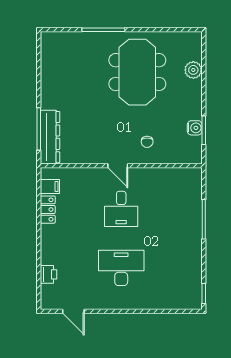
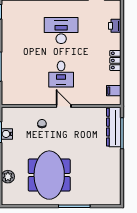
desk: (121, 209) -> (61, 74), turned 180
locker: (48, 210) -> (115, 60), moved
desk: (121, 268) -> (61, 31), turned 180

